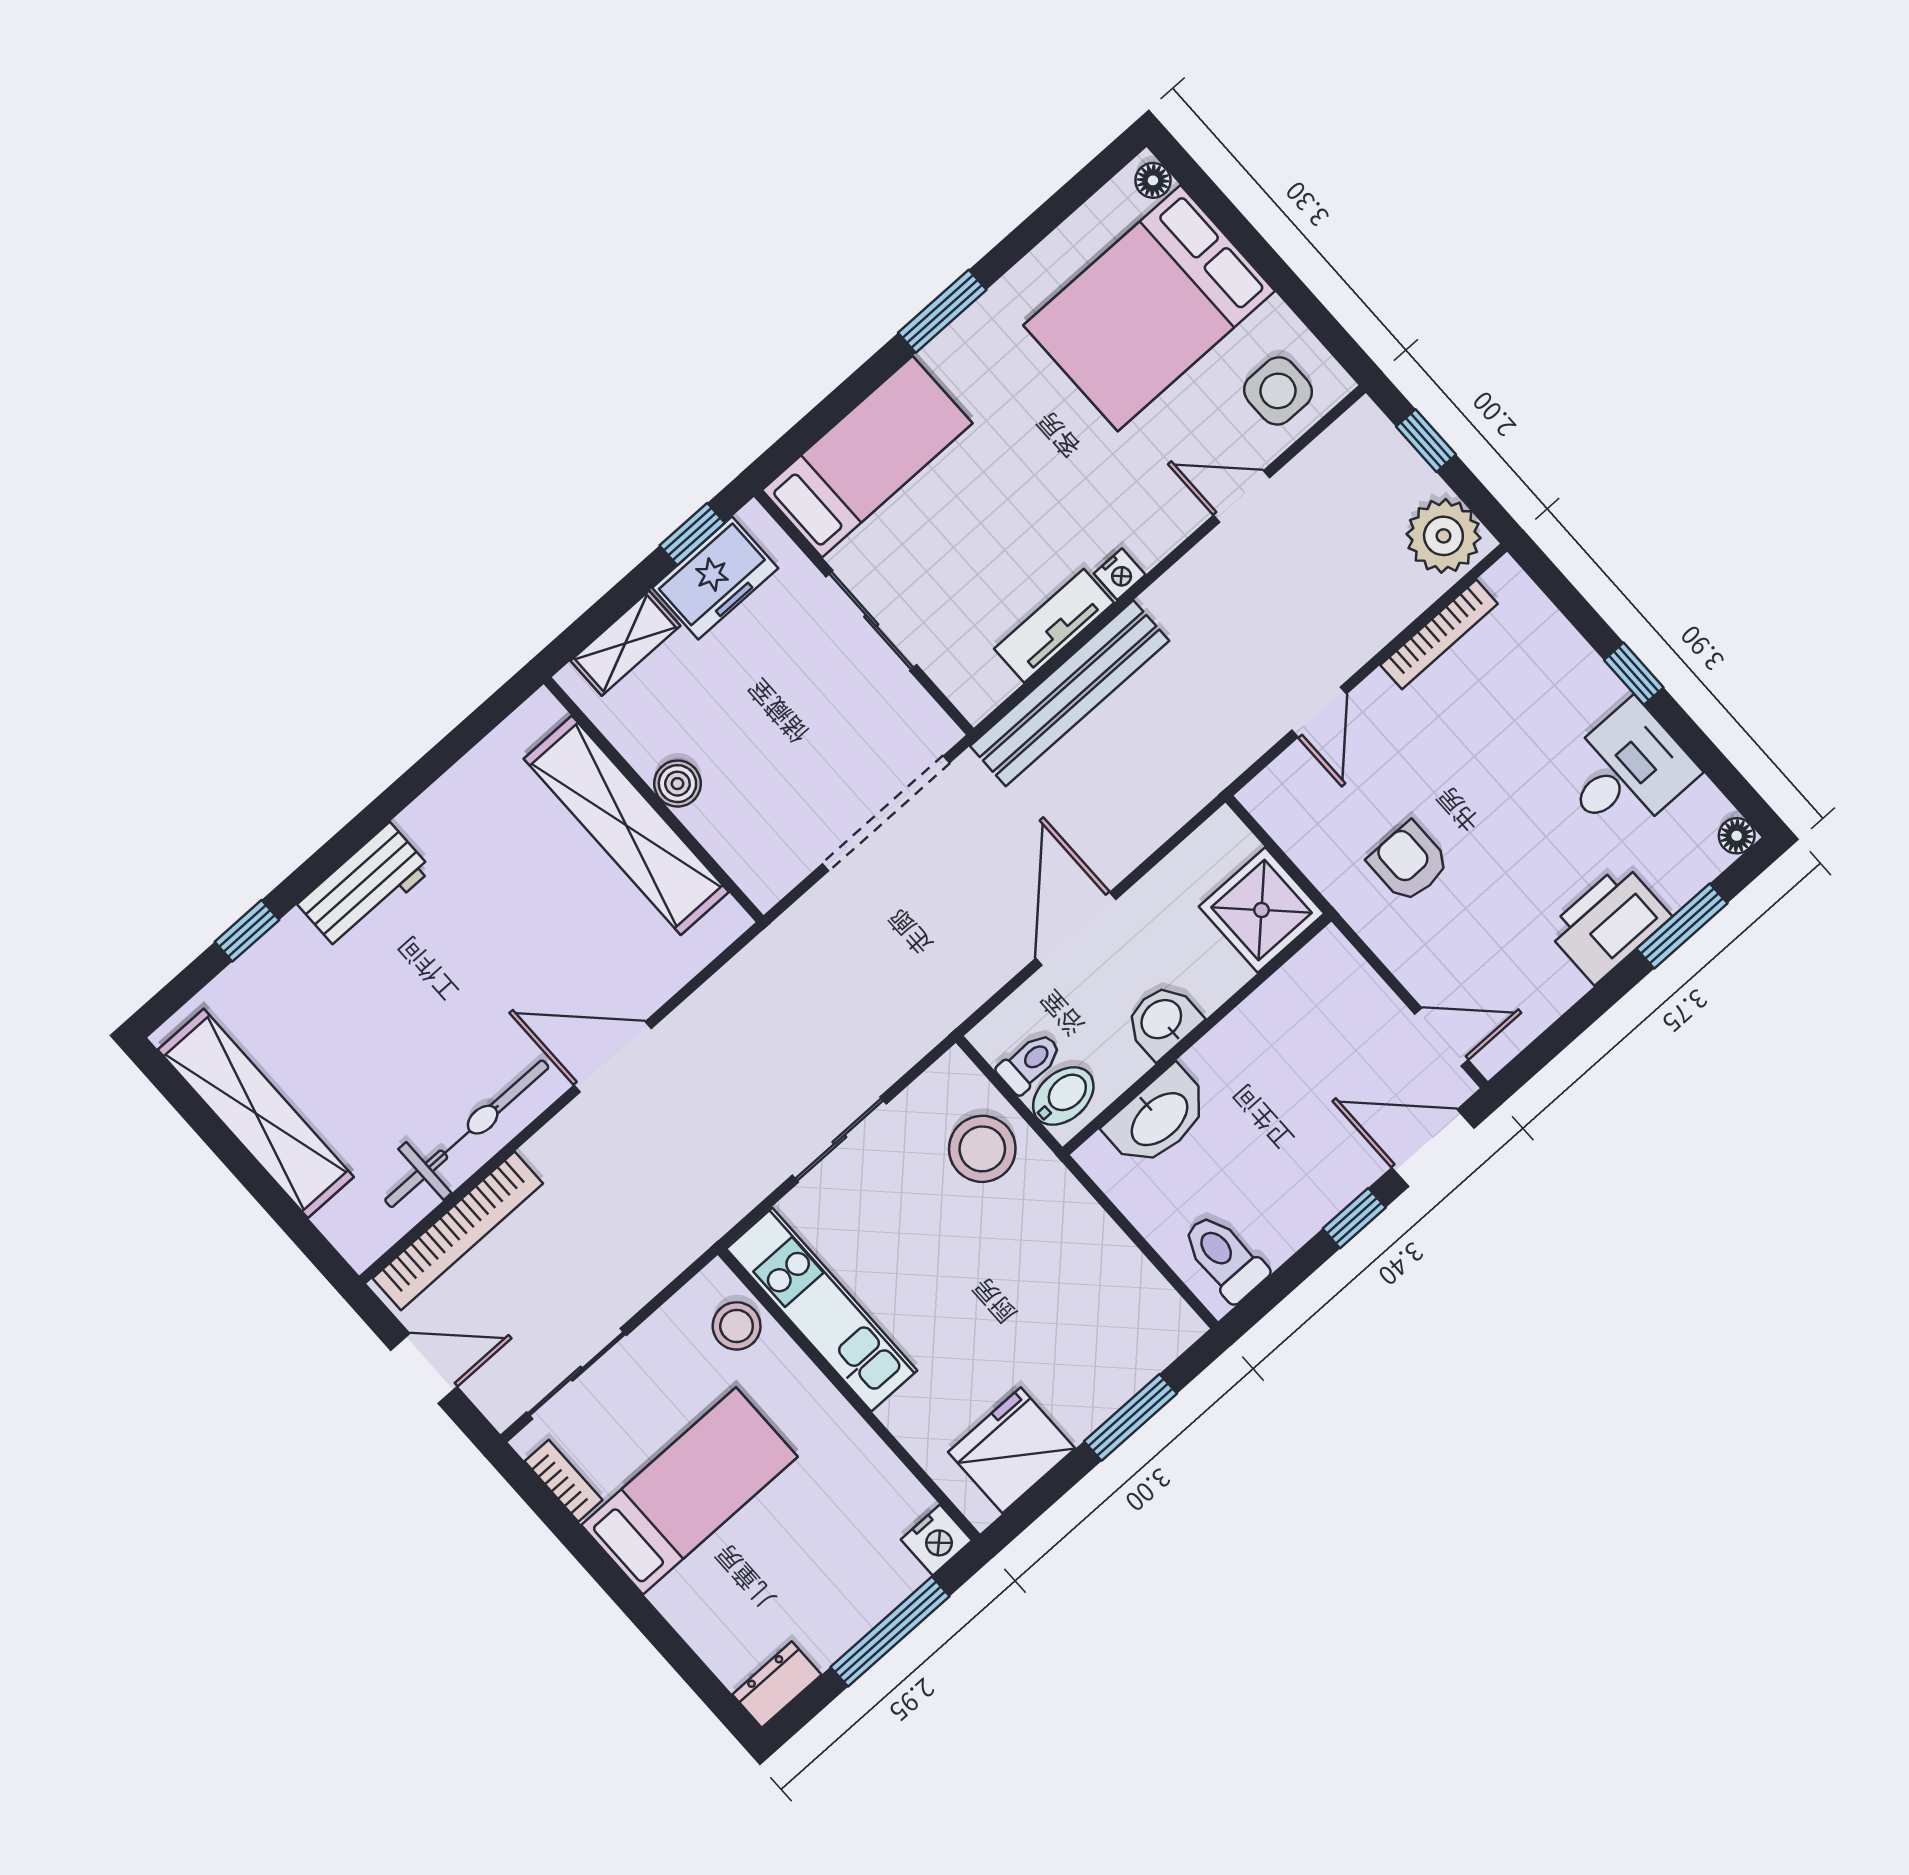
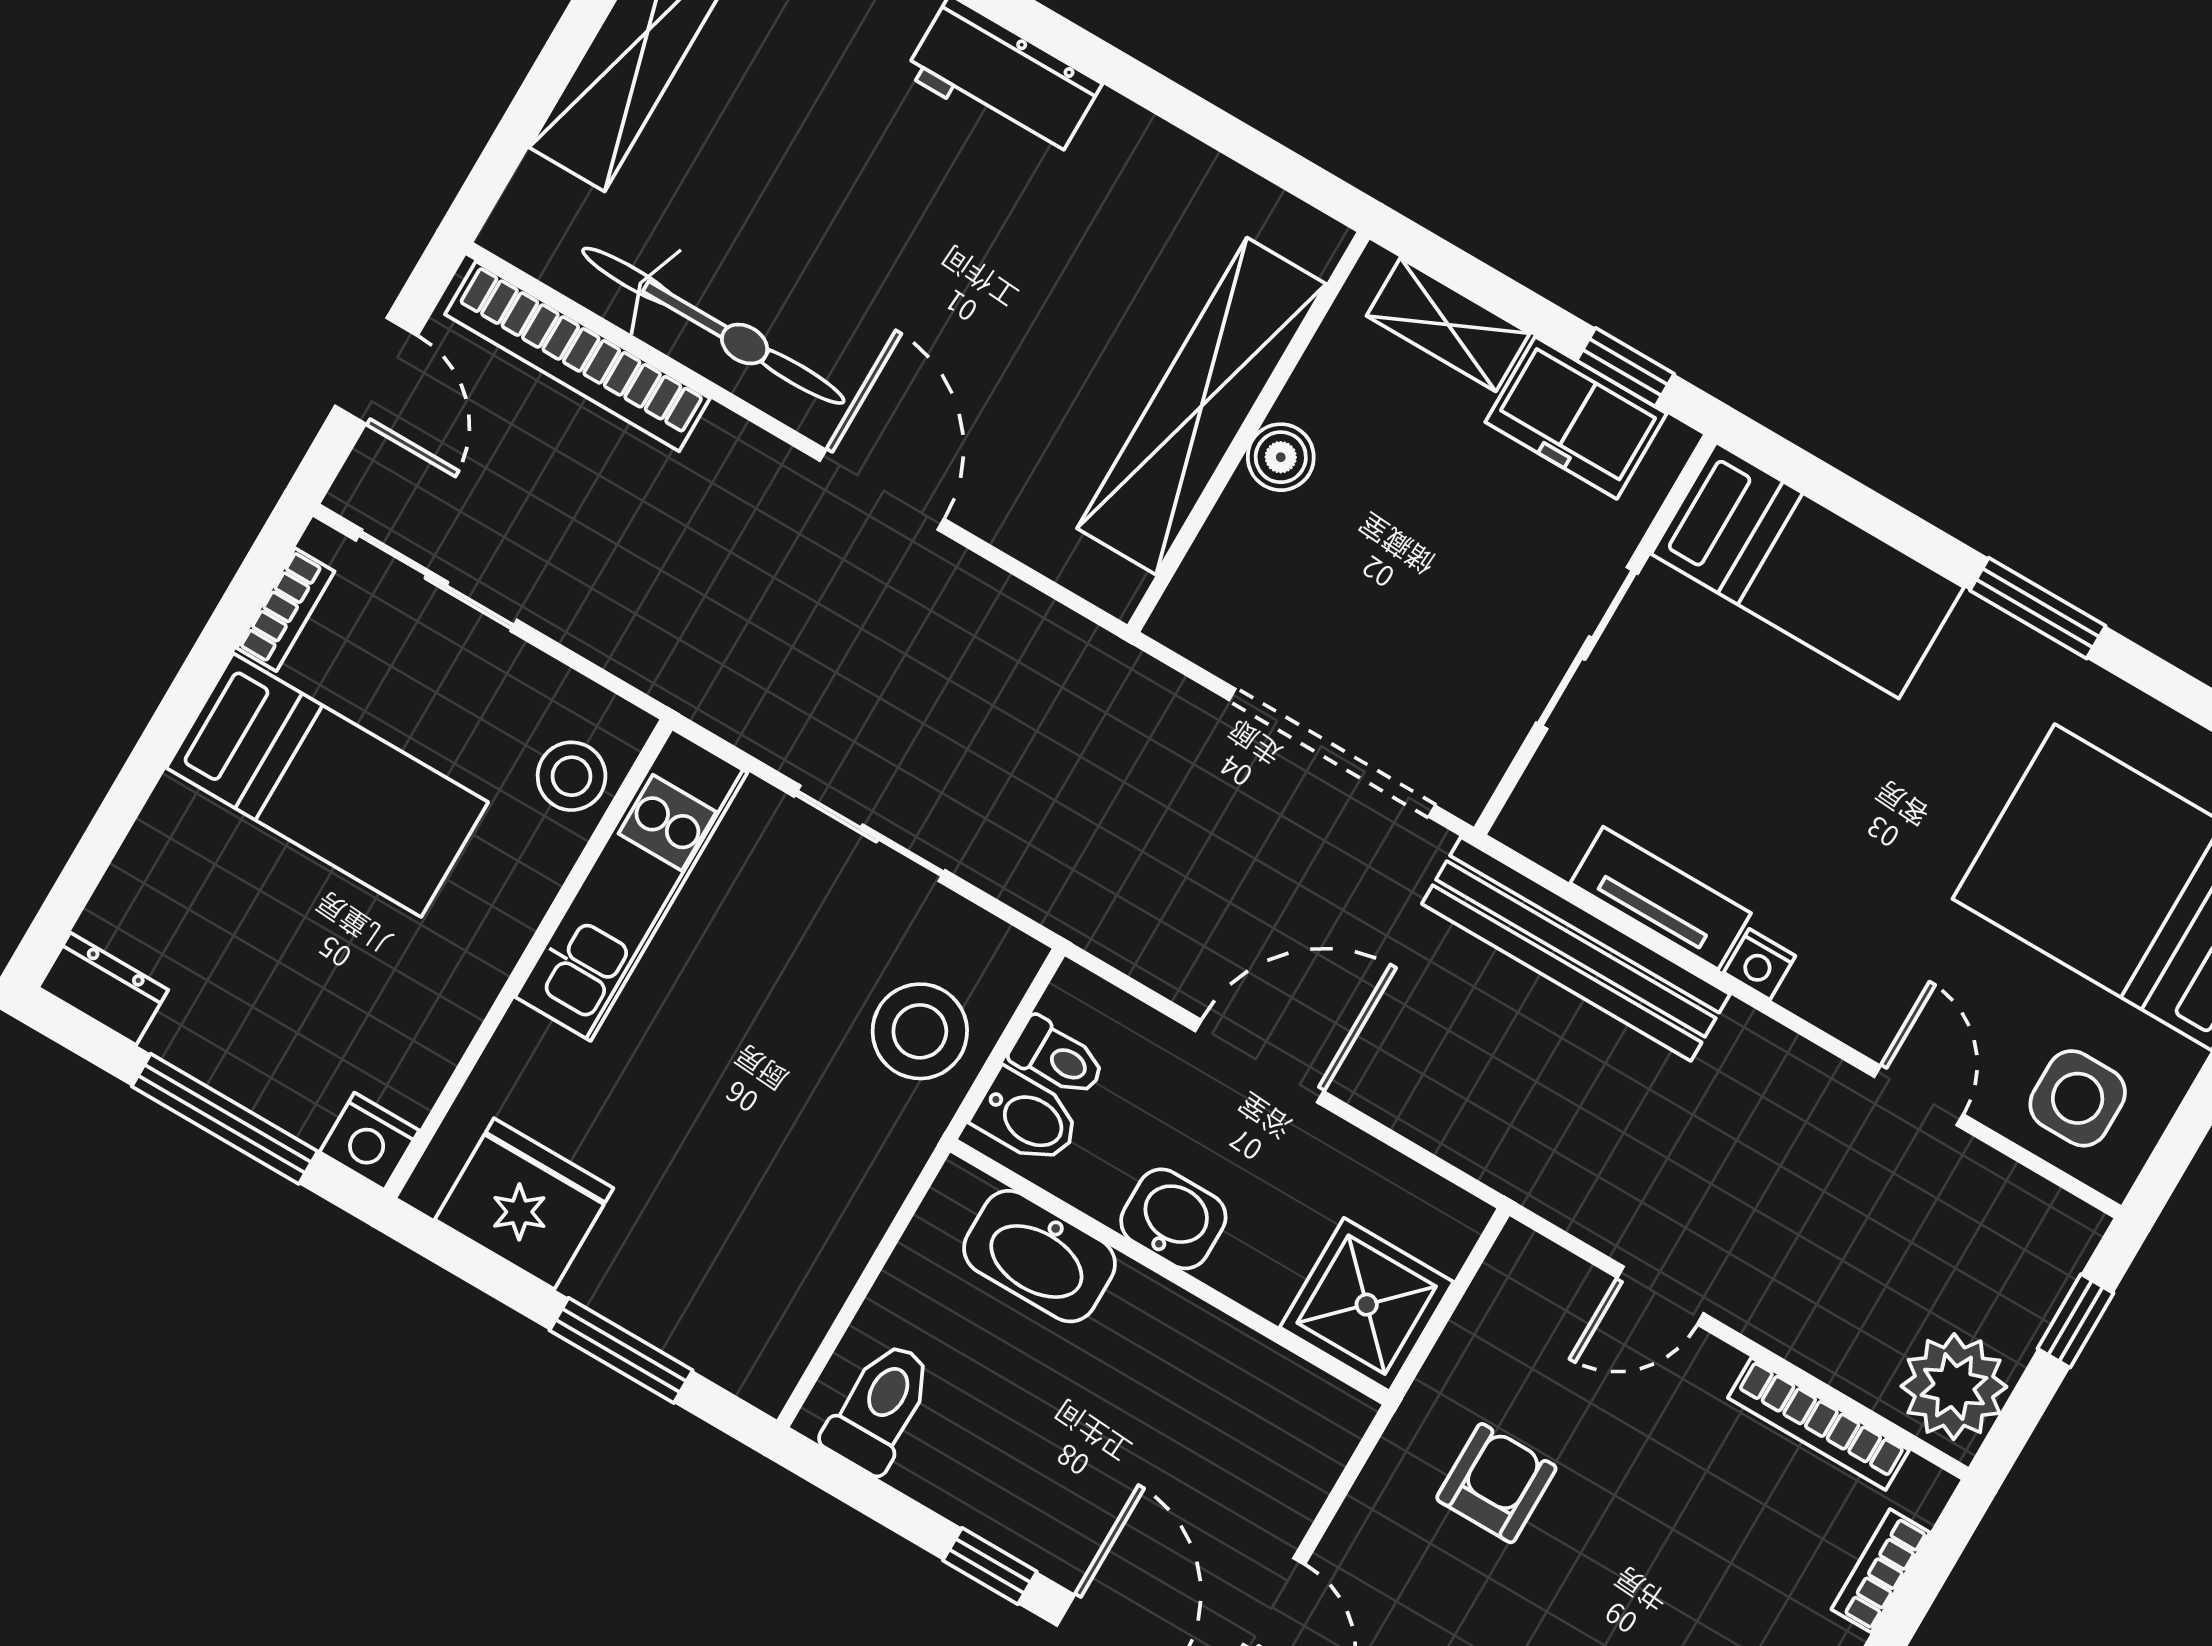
bookcase: (1551, 625) -> (1881, 1571), added

